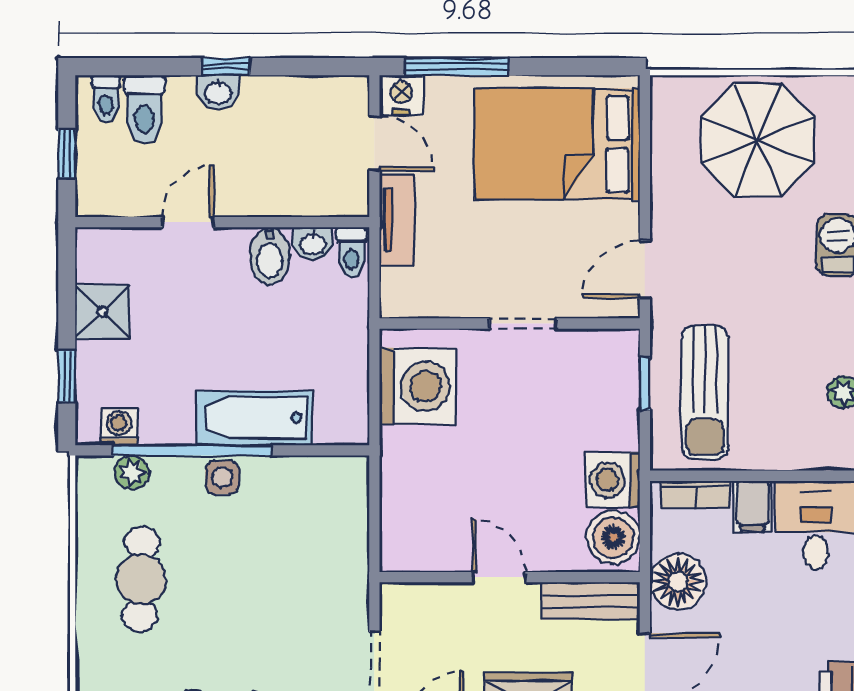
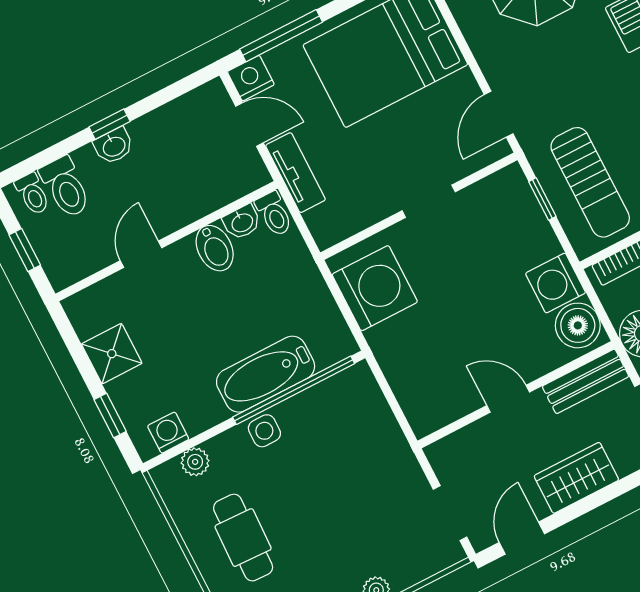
window: (192, 450) -> (294, 390), moved

